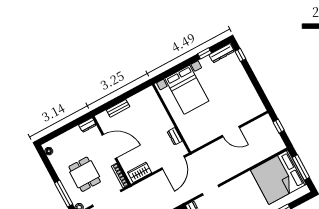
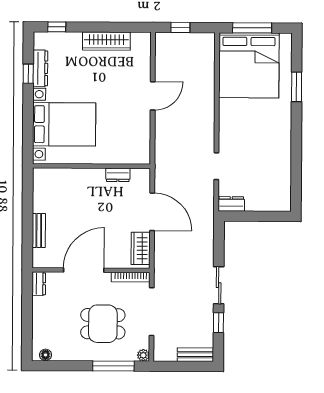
dresser: (222, 53) -> (40, 68), moved
wardrobe: (248, 88) -> (106, 41), added
door: (173, 163) -> (152, 212), moved

